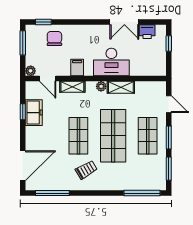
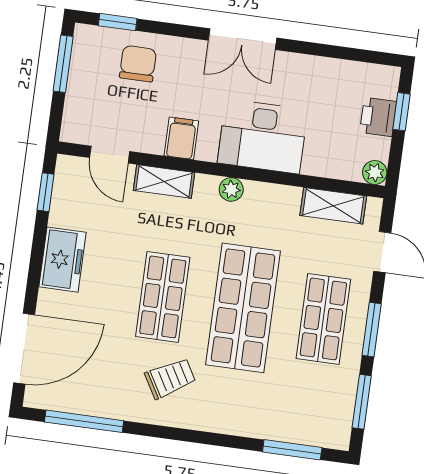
double door: (124, 22) -> (242, 39), moved
printer: (147, 32) -> (378, 117), moved, turned 90
plant: (31, 71) -> (375, 172), moved
shelving: (121, 87) -> (333, 206), moved
window: (23, 112) -> (46, 192), moved
freezer: (34, 113) -> (62, 260), moved
window: (142, 193) -> (292, 450), width x0.69

